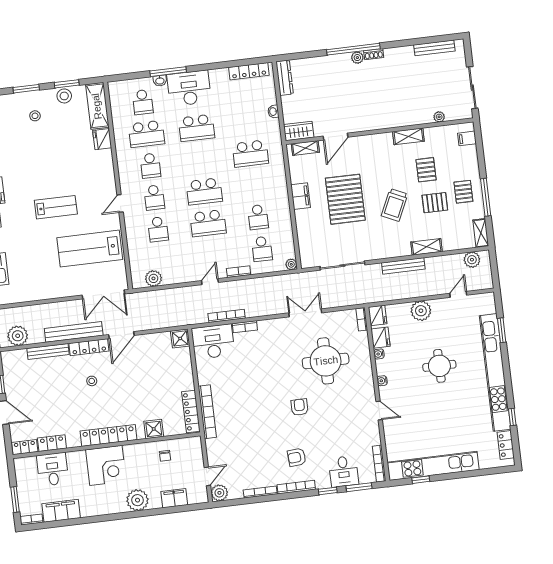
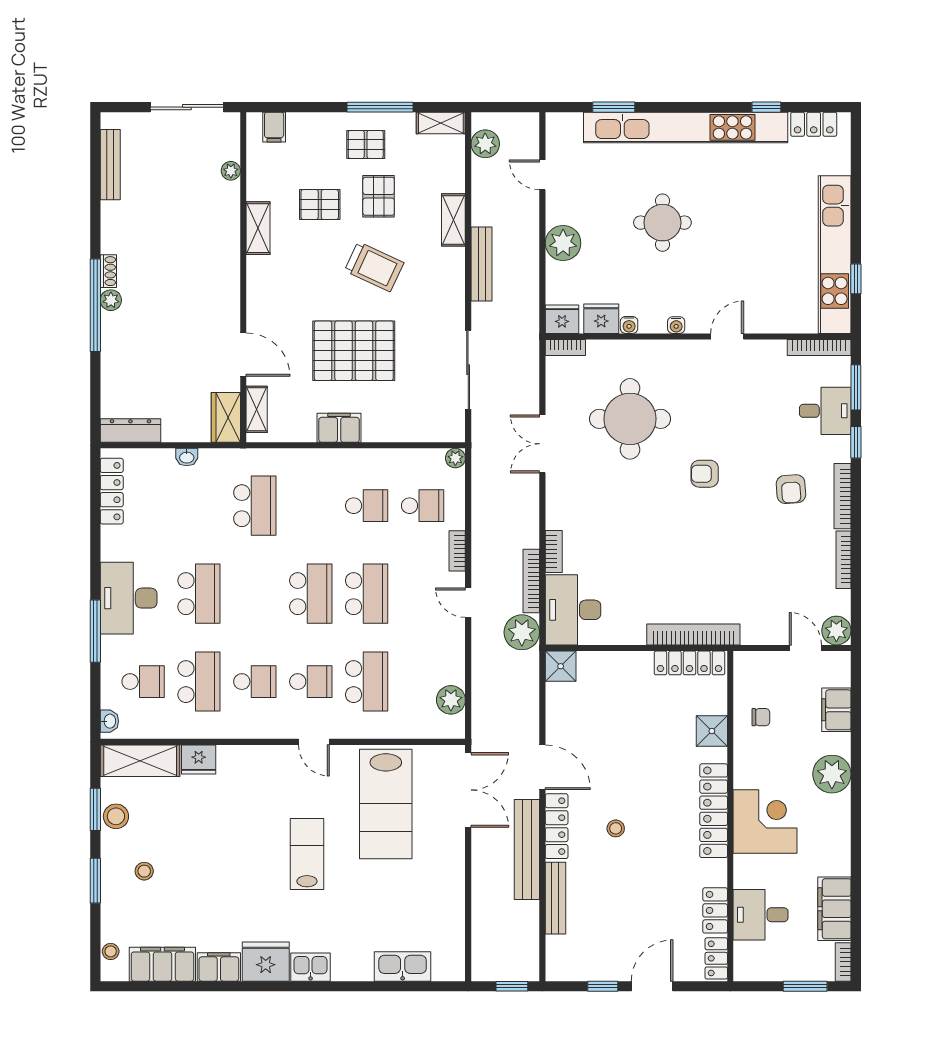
washbasin: (160, 81) -> (109, 721), moved
school desk: (158, 229) -> (367, 682), width x1.85
plant: (18, 336) -> (522, 632), moved

